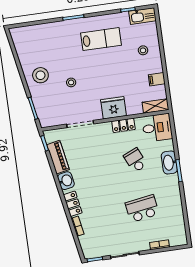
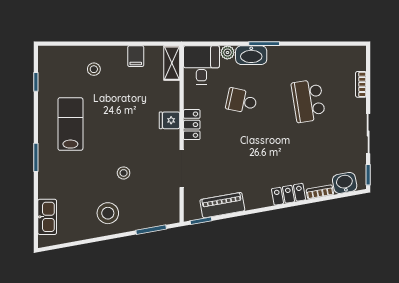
kitchen sink: (142, 16) -> (47, 217), moved
fridge: (114, 108) -> (169, 120), width x0.53, depth x0.75
locker: (123, 125) -> (192, 125), moved
plant: (169, 145) -> (227, 53), added
school desk: (135, 160) -> (242, 101), turned 36
washbasin: (66, 181) -> (345, 183), moved

